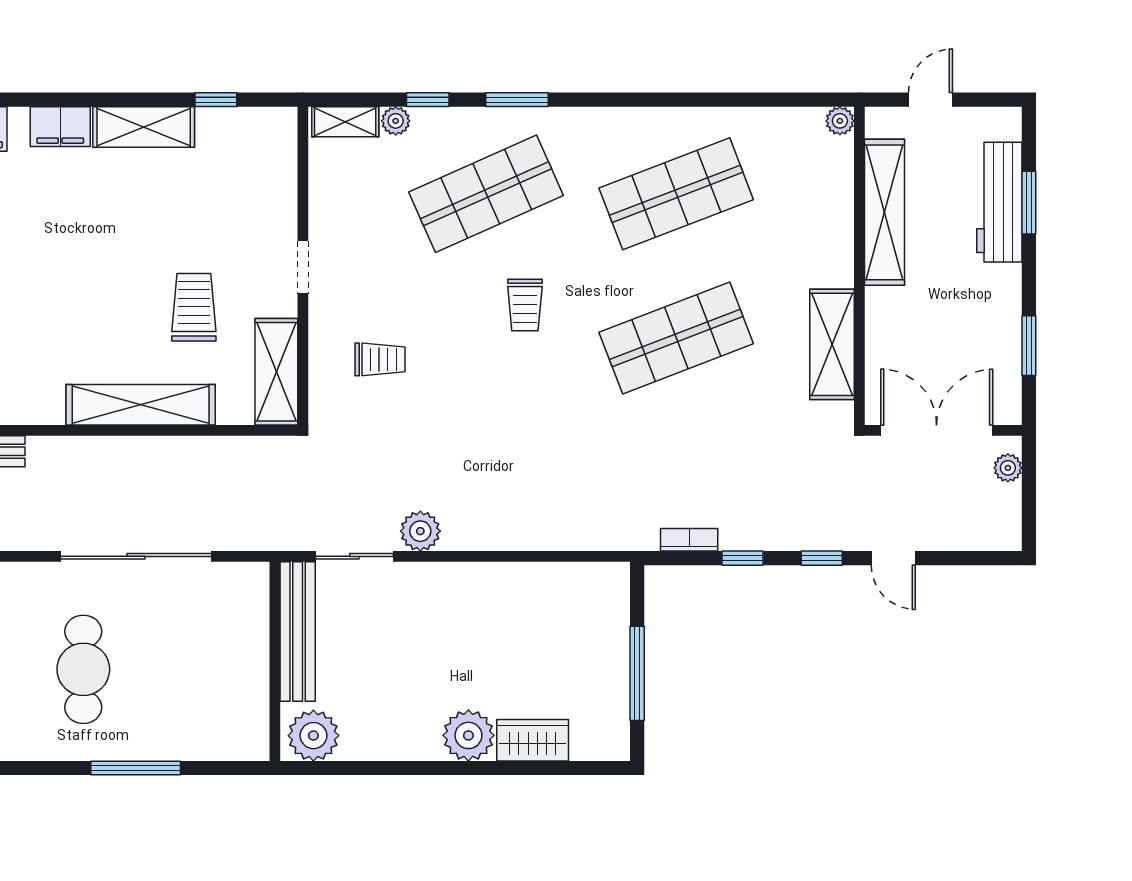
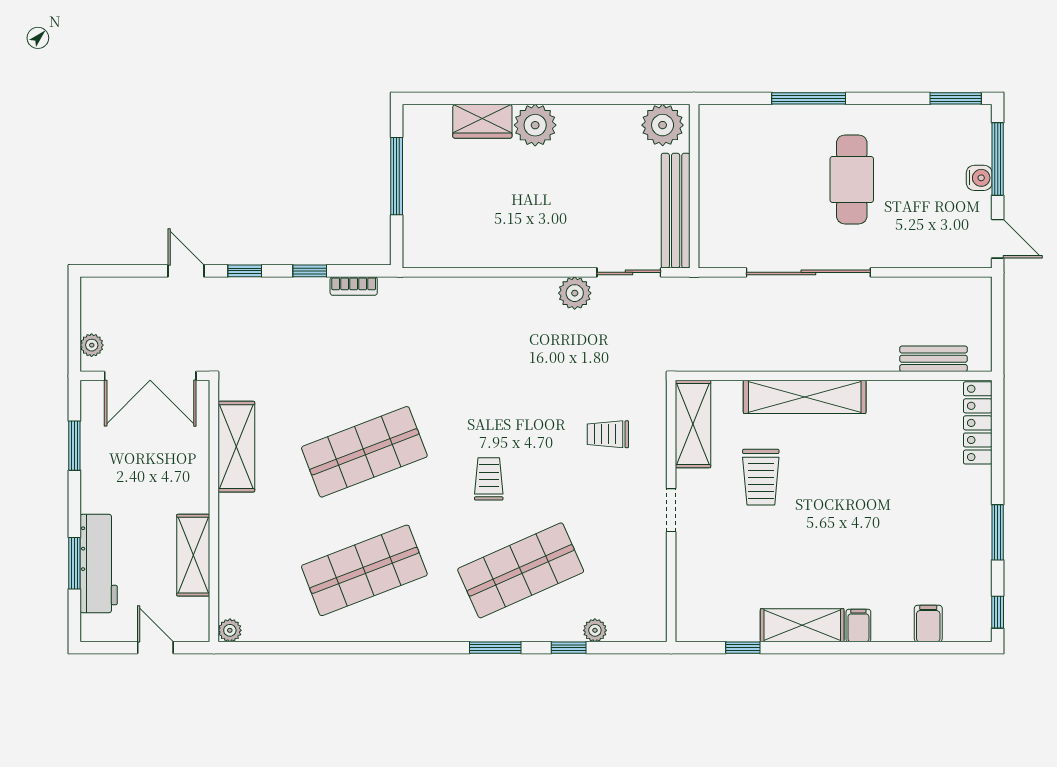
door: (931, 100) -> (155, 648), swing flipped
shelving: (345, 122) -> (636, 630), removed
filing cabinet: (60, 127) -> (858, 626), width x0.50
shelving: (884, 212) -> (193, 555), width x0.68

